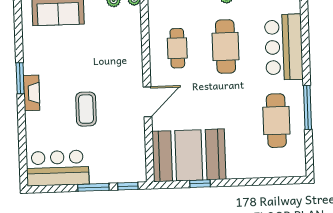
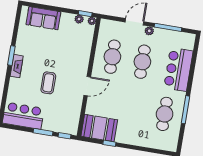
cafe table: (177, 48) -> (112, 57), width x1.37, depth x1.35
booth: (189, 155) -> (99, 128), width x0.73, depth x0.70

